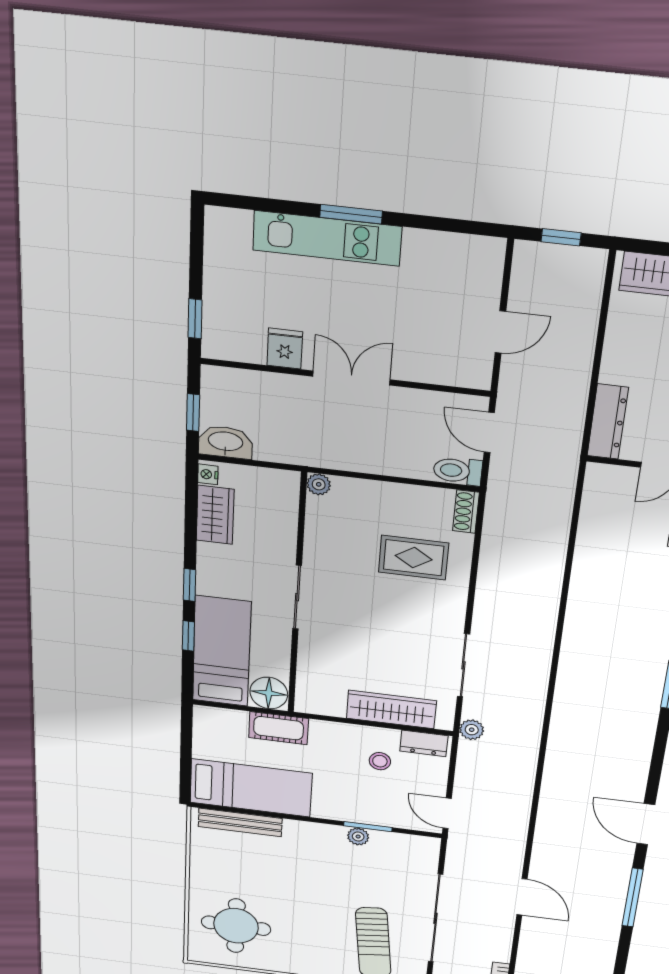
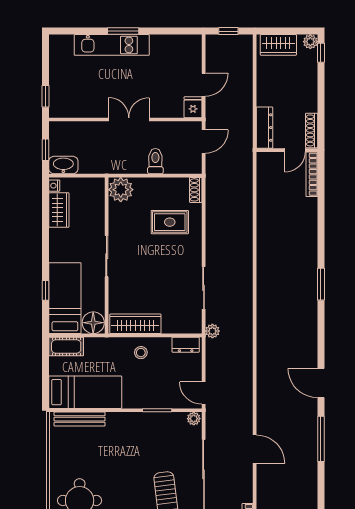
fridge: (285, 349) -> (193, 107), moved
door: (489, 432) -> (204, 142), swing flipped
toilet: (458, 471) -> (155, 161), moved, turned 90
plant: (319, 484) -> (121, 190), width x1.88, depth x1.88
window: (189, 585) -> (45, 256), removed
wardrobe: (391, 710) -> (135, 324), moved
cot: (279, 728) -> (66, 346), moved
stool: (380, 761) -> (141, 353), moved
plant: (358, 837) -> (194, 419), moved

